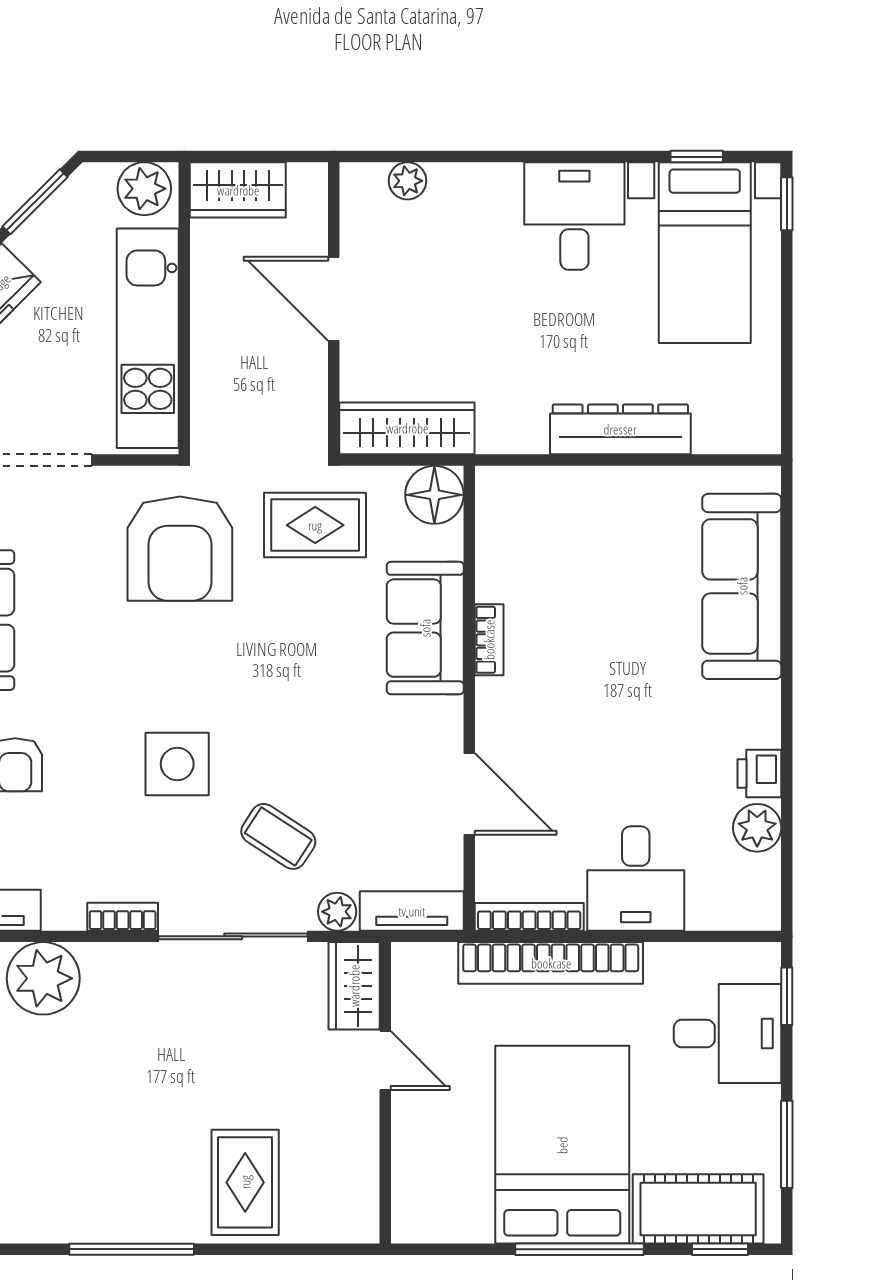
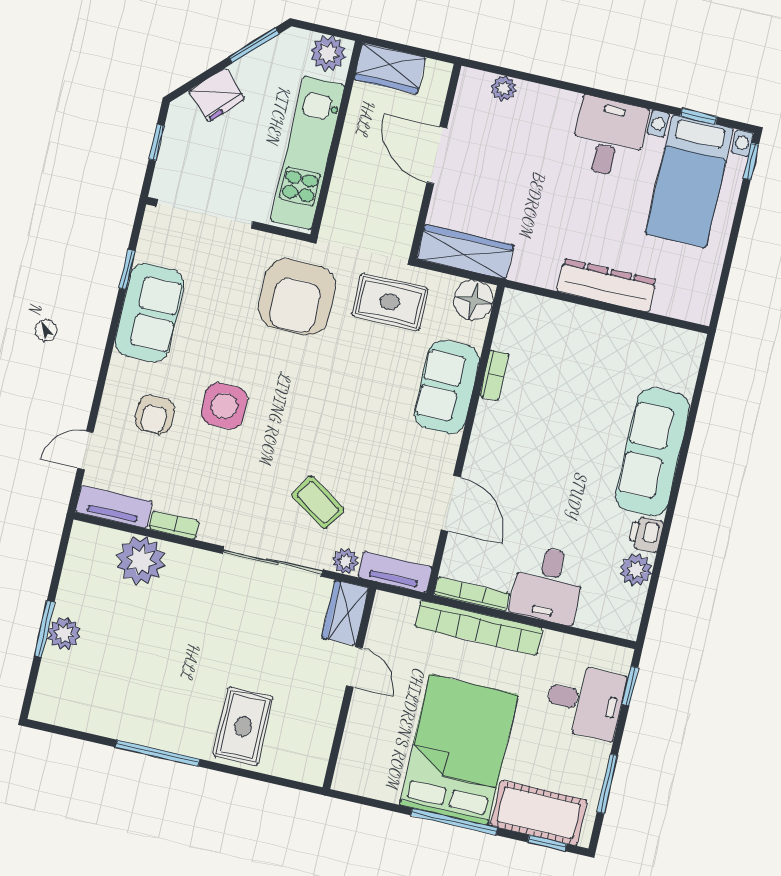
sofa: (742, 586) -> (653, 452), moved
bookcase: (489, 640) -> (494, 375), moved
side table: (177, 764) -> (224, 406), moved
bookcase: (123, 917) -> (174, 525), moved

